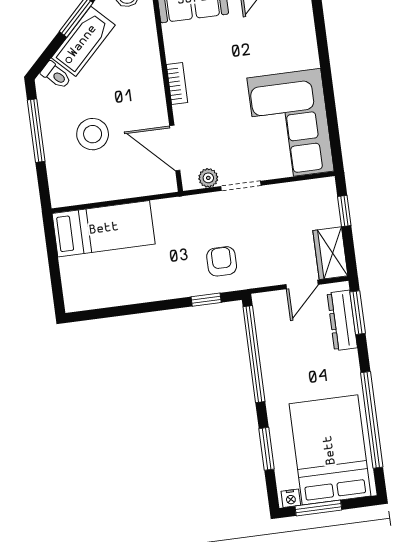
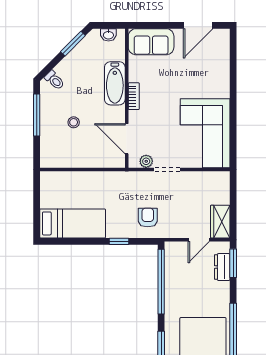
bathtub: (83, 41) -> (115, 83), moved, turned 135
stool: (93, 134) -> (74, 122), width x0.53, depth x0.53
window: (344, 211) -> (233, 195), removed
bed: (104, 229) -> (73, 223), moved
window: (206, 300) -> (119, 241), moved
dresser: (342, 320) -> (222, 267), width x0.70

